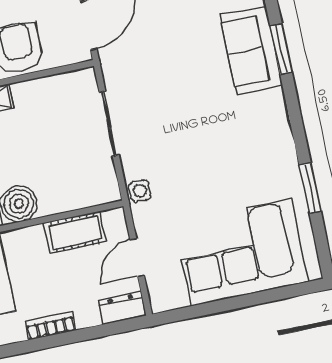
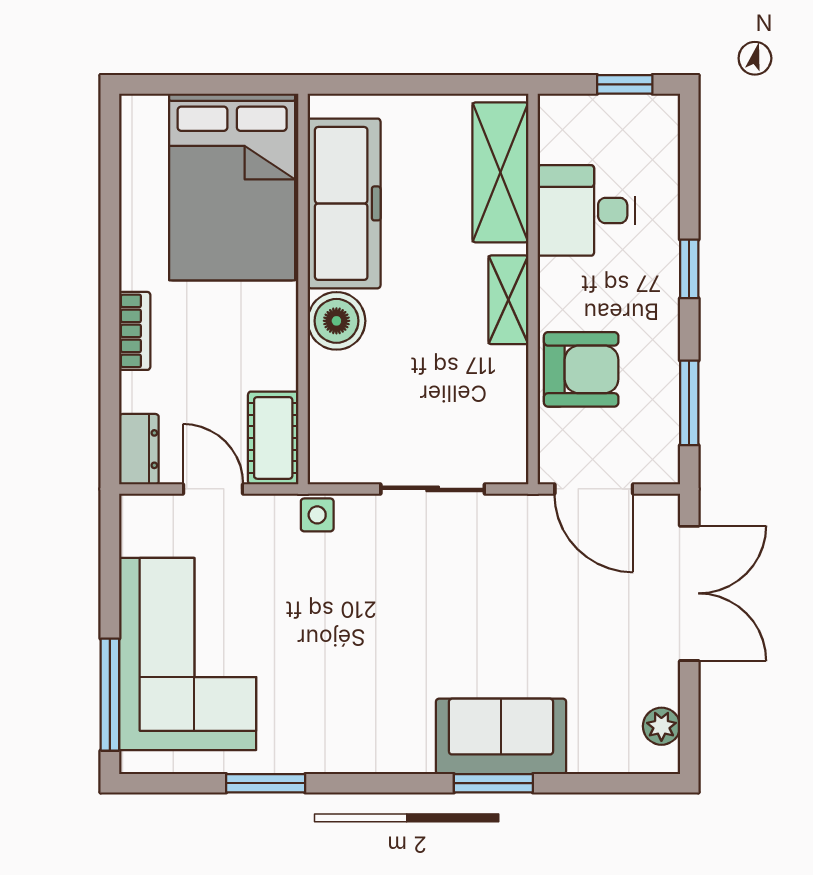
cot: (75, 232) -> (273, 438), moved
window: (276, 294) -> (110, 695), added

